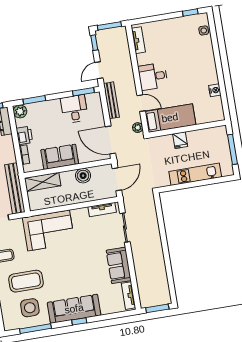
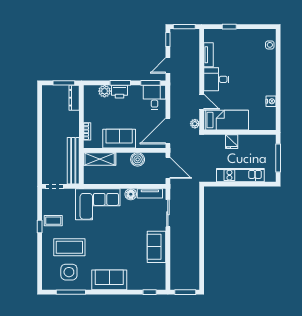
window: (190, 13) -> (229, 27), moved
tv unit: (138, 40) -> (209, 55), moved
window: (34, 100) -> (120, 83), moved
bench: (111, 100) -> (175, 95), removed
desk: (74, 109) -> (154, 97), moved
plant: (20, 111) -> (105, 91), moved
printer: (24, 135) -> (119, 92), moved, turned 90
door: (110, 140) -> (168, 131), hinge flipped
door: (117, 179) -> (168, 168), hinge flipped
floor lamp: (82, 214) -> (131, 194), added
tv unit: (128, 296) -> (161, 276), removed
sofa: (74, 309) -> (109, 280), width x0.73
window: (79, 321) -> (150, 292), moved

